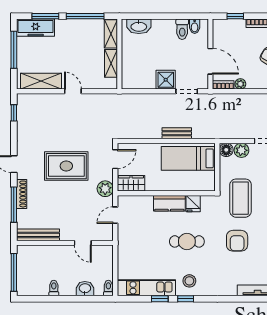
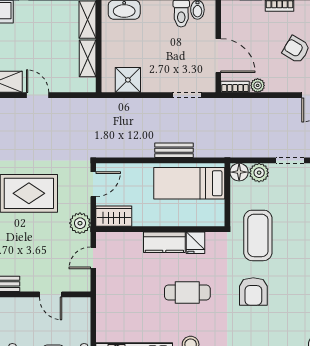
shower: (166, 80) -> (128, 80), moved

